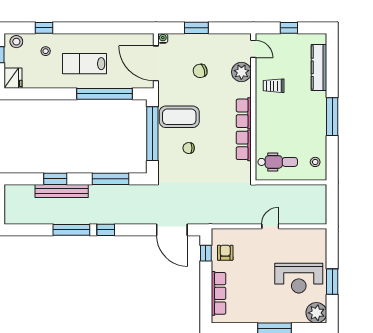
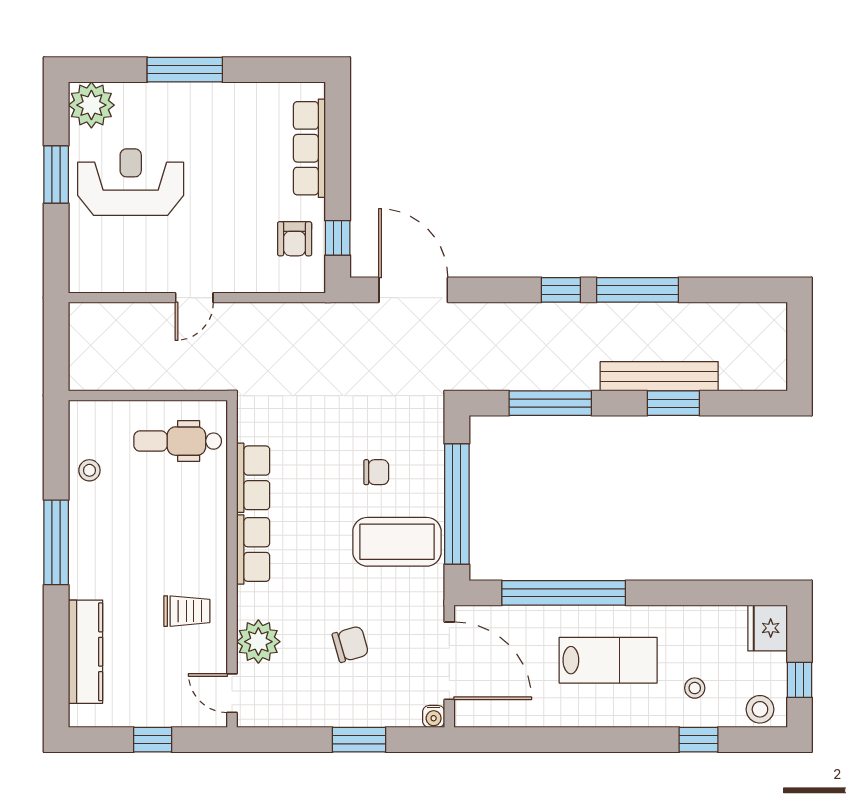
stool: (315, 162) -> (89, 470), moved

